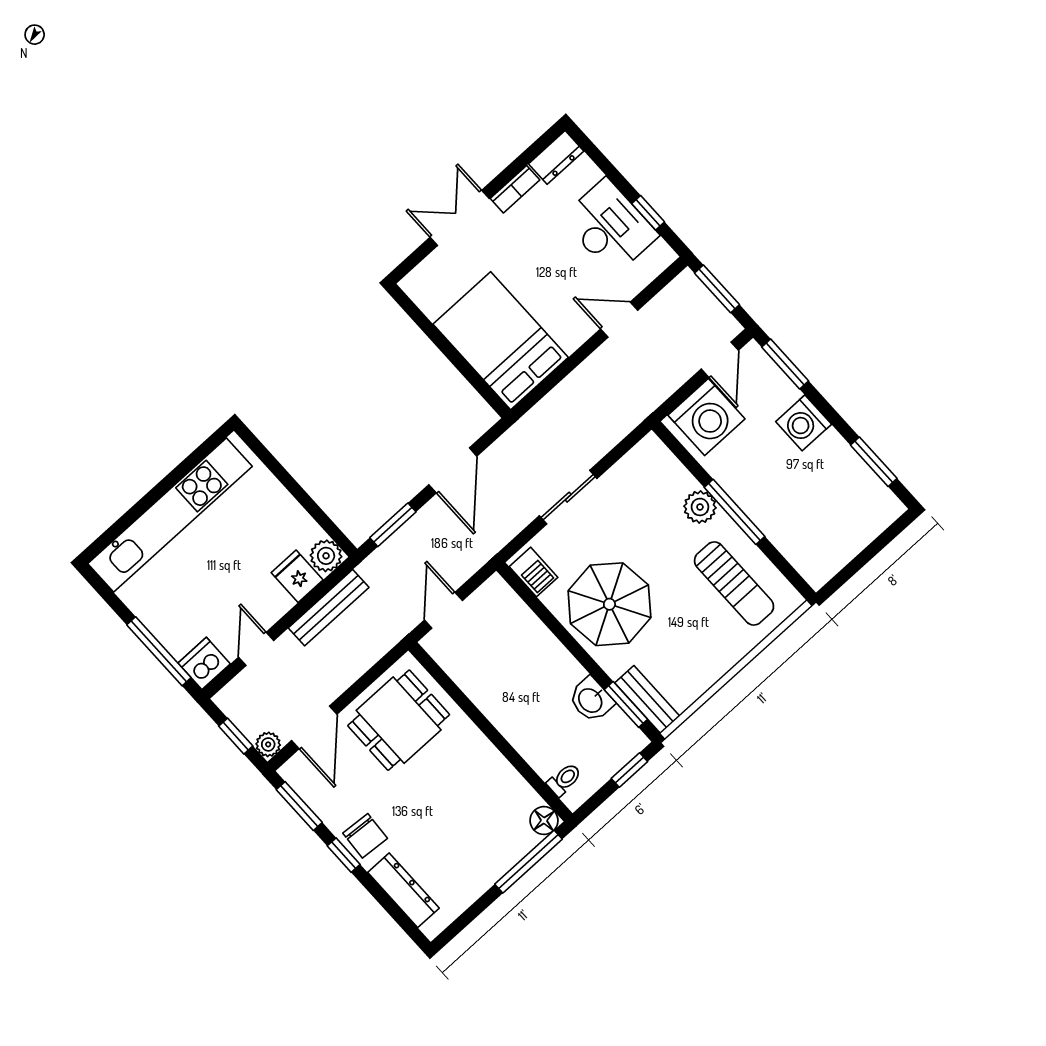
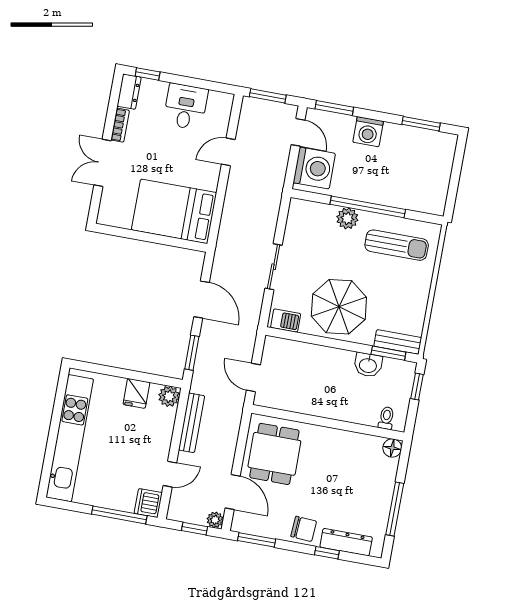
window: (648, 213) -> (148, 74), moved
desk: (610, 227) -> (186, 107), width x0.73
window: (734, 512) -> (368, 207), width x1.46
fridge: (297, 576) -> (136, 393), moved, turned -90
door: (256, 649) -> (170, 474), swing flipped
window: (344, 855) -> (327, 553), moved
window: (528, 862) -> (395, 509), moved

